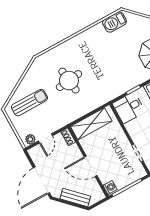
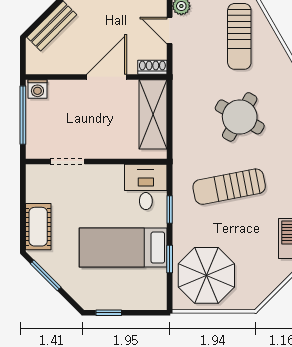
sun lounger: (106, 67) -> (229, 187), added
round table: (69, 81) -> (240, 117), turned 37
door: (91, 166) -> (107, 77), moved

